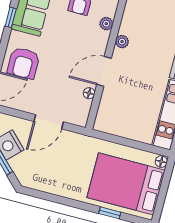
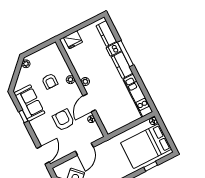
armchair: (23, 63) -> (63, 120), moved, turned 180

